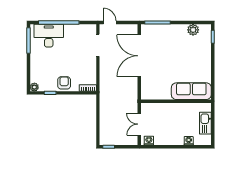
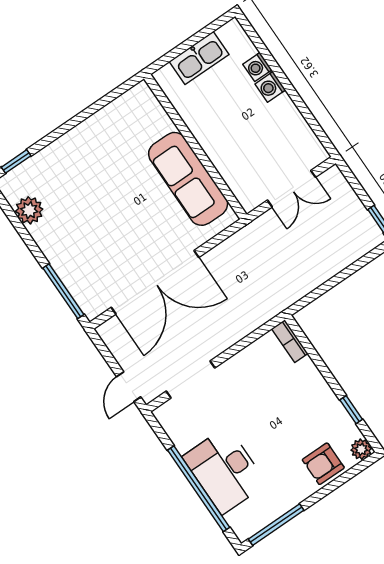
desk: (49, 36) -> (225, 470), moved
armchair: (64, 83) -> (323, 464), moved
sofa: (191, 91) -> (188, 179), moved
washing machine: (149, 141) -> (270, 87), moved

